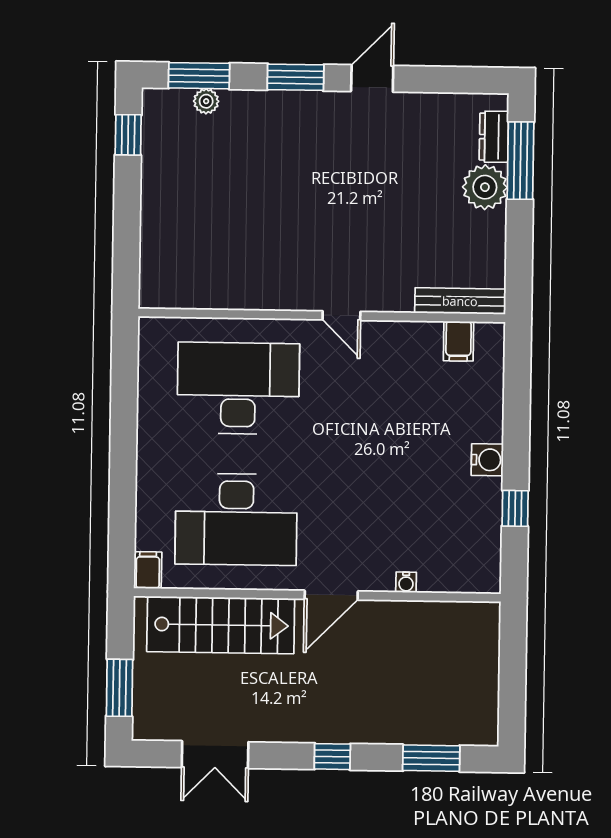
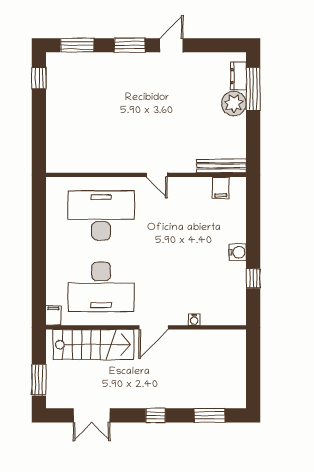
plant: (206, 101) -> (81, 59), removed

